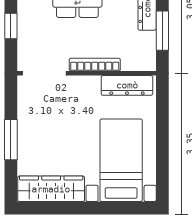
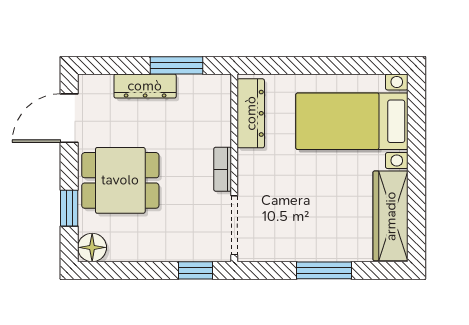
window: (11, 26) -> (195, 270), moved
bookcase: (95, 65) -> (223, 169), width x0.64

